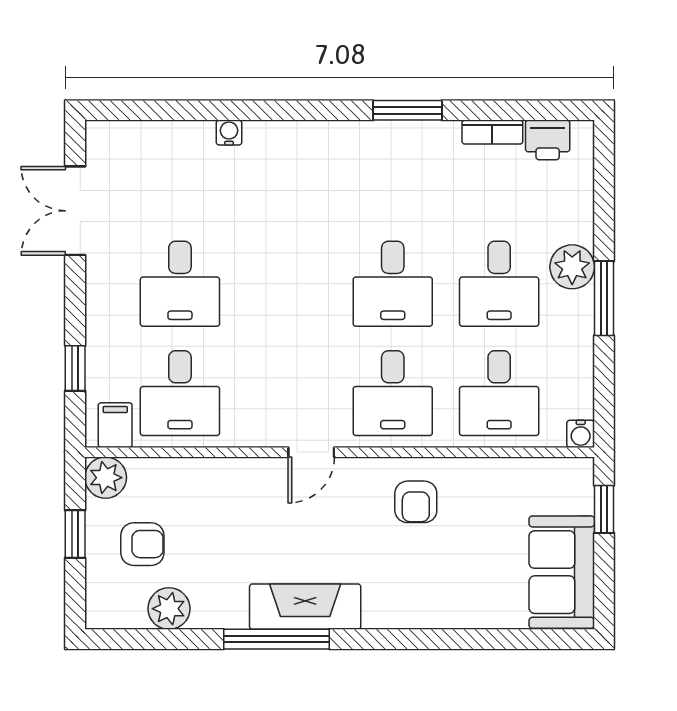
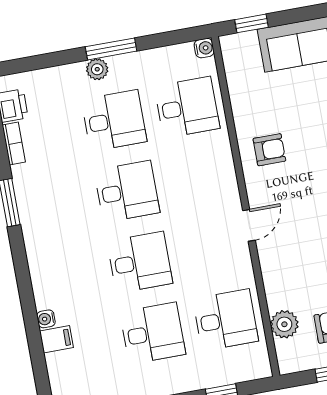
plant: (572, 267) -> (97, 69), width x0.73, depth x0.73
desk: (393, 393) -> (140, 262), moved
filing cabinet: (115, 425) -> (56, 339), moved, turned 180
door: (311, 452) -> (249, 225), hinge flipped
plant: (106, 478) -> (284, 324), moved

